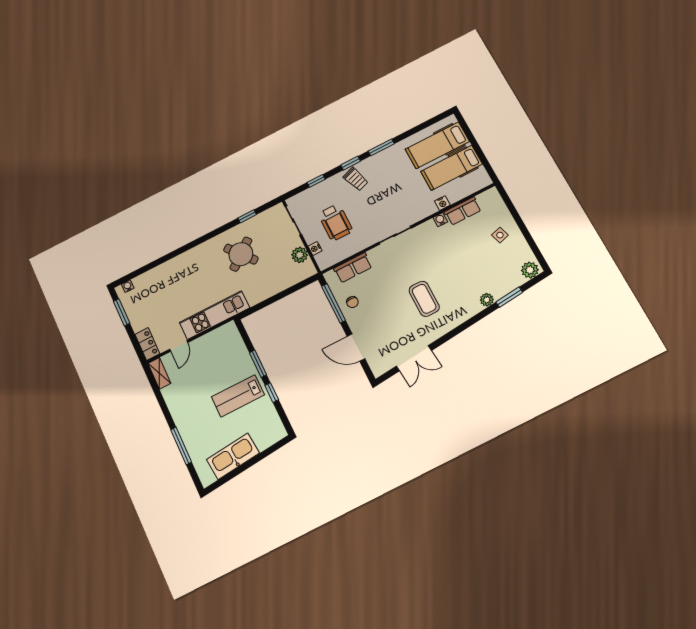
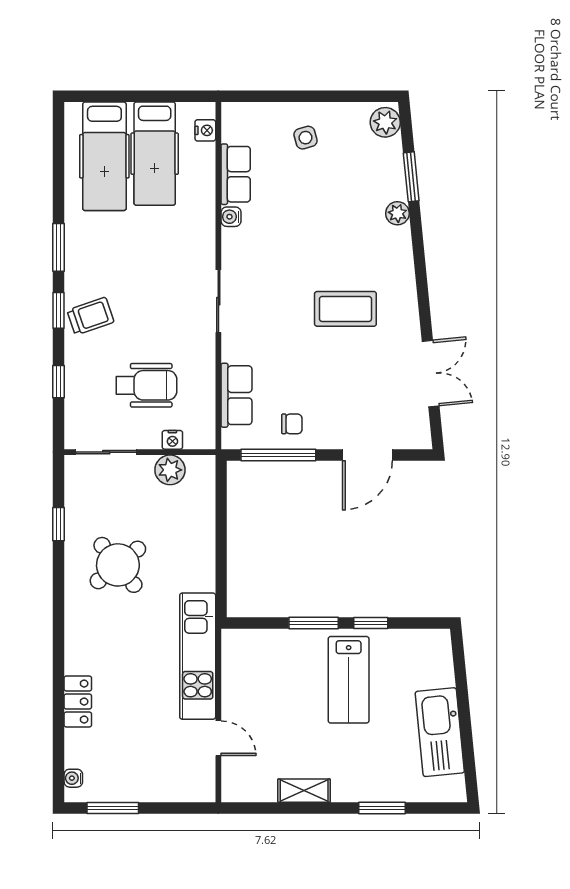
nightstand: (442, 203) -> (205, 130), moved
locker: (147, 344) -> (78, 702), moved, turned 90
shelving: (159, 373) -> (304, 791), moved
window: (181, 446) -> (382, 808), width x0.69

